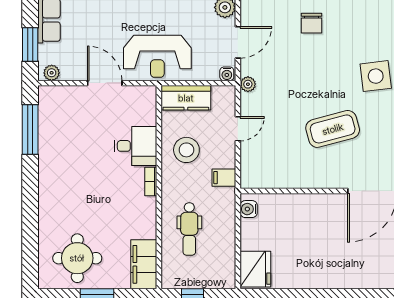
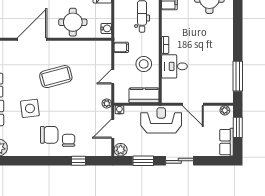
chair: (344, 32) -> (49, 135), added
round table: (304, 219) -> (73, 22), added

